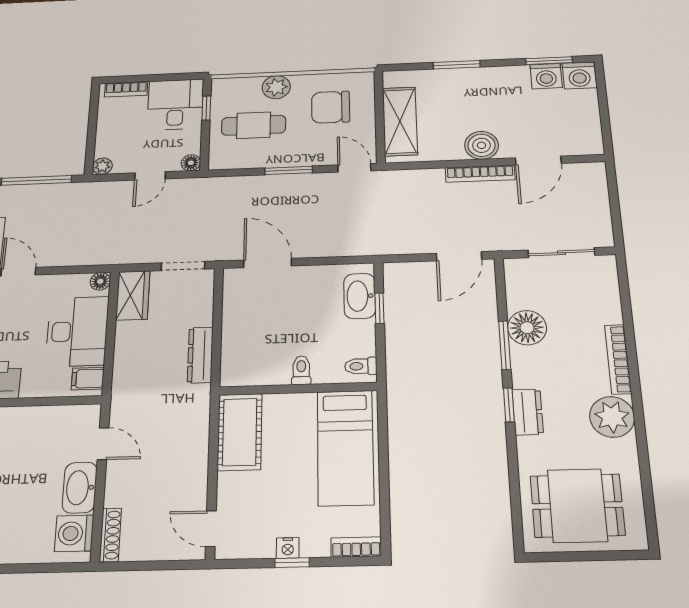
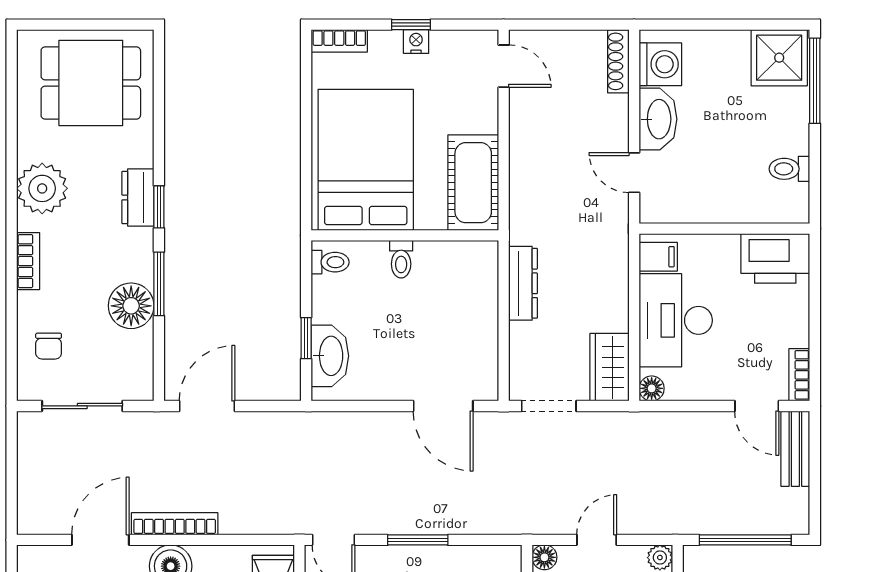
chair: (594, 295) -> (49, 346), added
bookcase: (618, 359) -> (28, 261), width x0.64
bed: (345, 447) -> (366, 160), width x1.50

